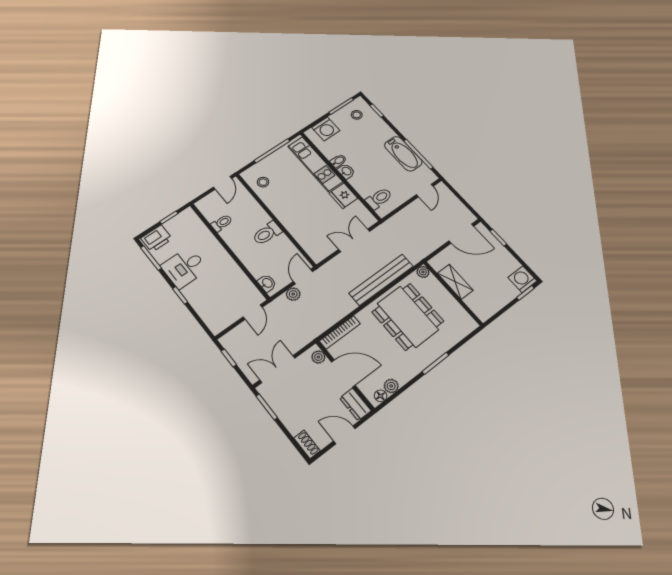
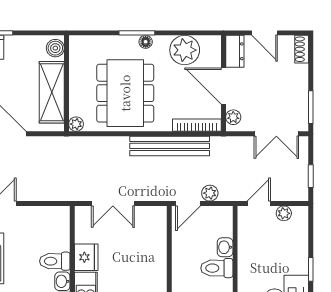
toilet: (379, 198) -> (55, 261), moved
toilet: (267, 233) -> (217, 268), moved, turned 180
bench: (381, 280) -> (170, 146), moved
shelving: (455, 282) -> (52, 92), width x1.50, depth x1.33
washbasin: (267, 283) -> (225, 247), moved
boiler: (481, 310) -> (55, 48), added
plant: (229, 319) -> (284, 213), added
plant: (391, 386) -> (185, 50), width x1.87, depth x1.87
floor lamp: (381, 396) -> (146, 42), moved

